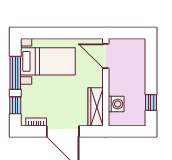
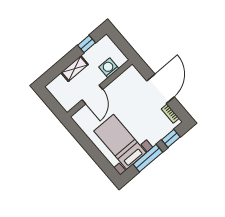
door: (106, 56) -> (92, 95), moved
shelving: (139, 76) -> (75, 69), added
wardrobe: (96, 107) -> (123, 81), removed

